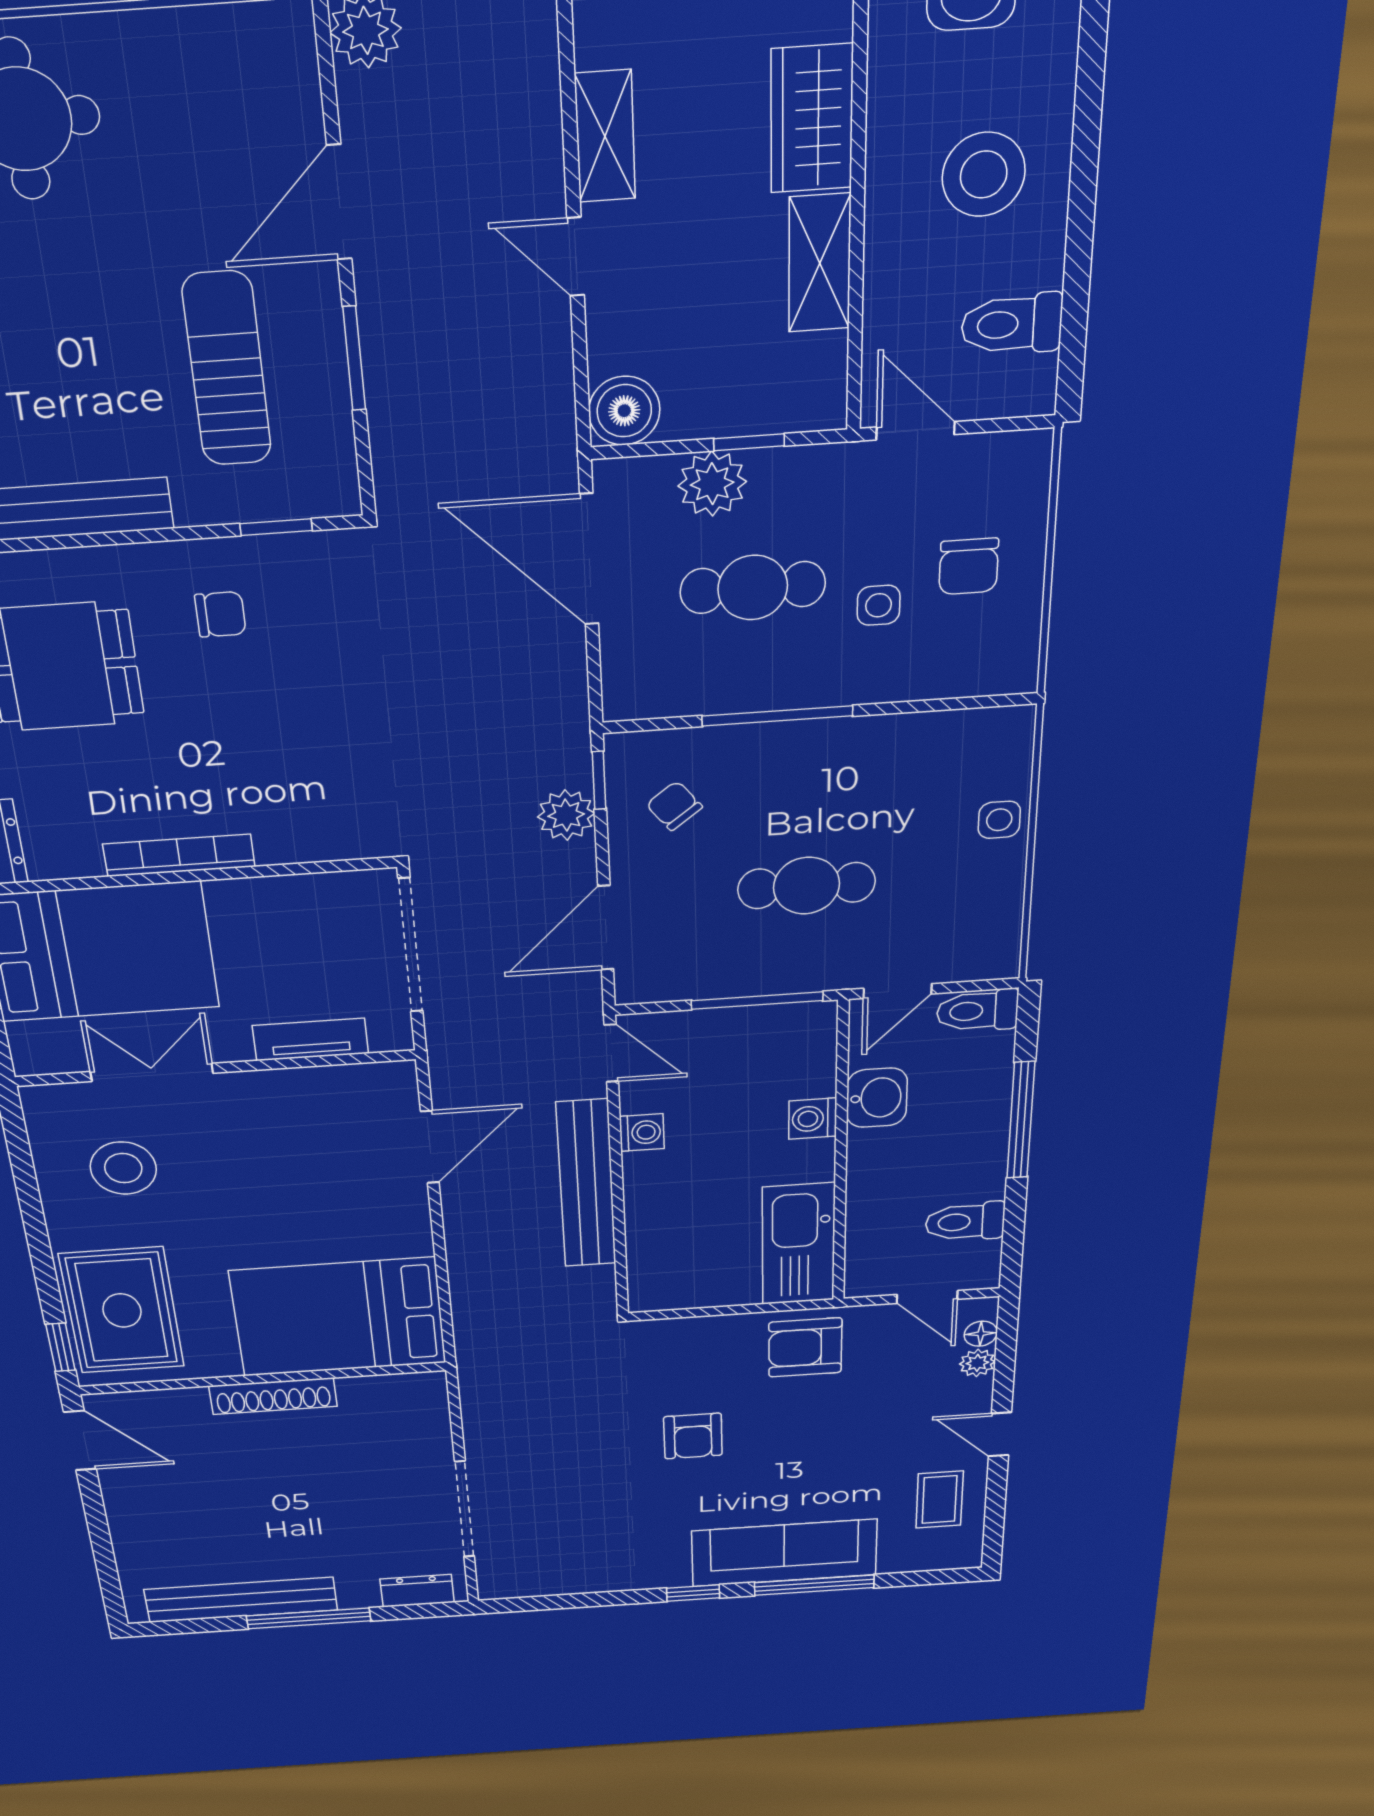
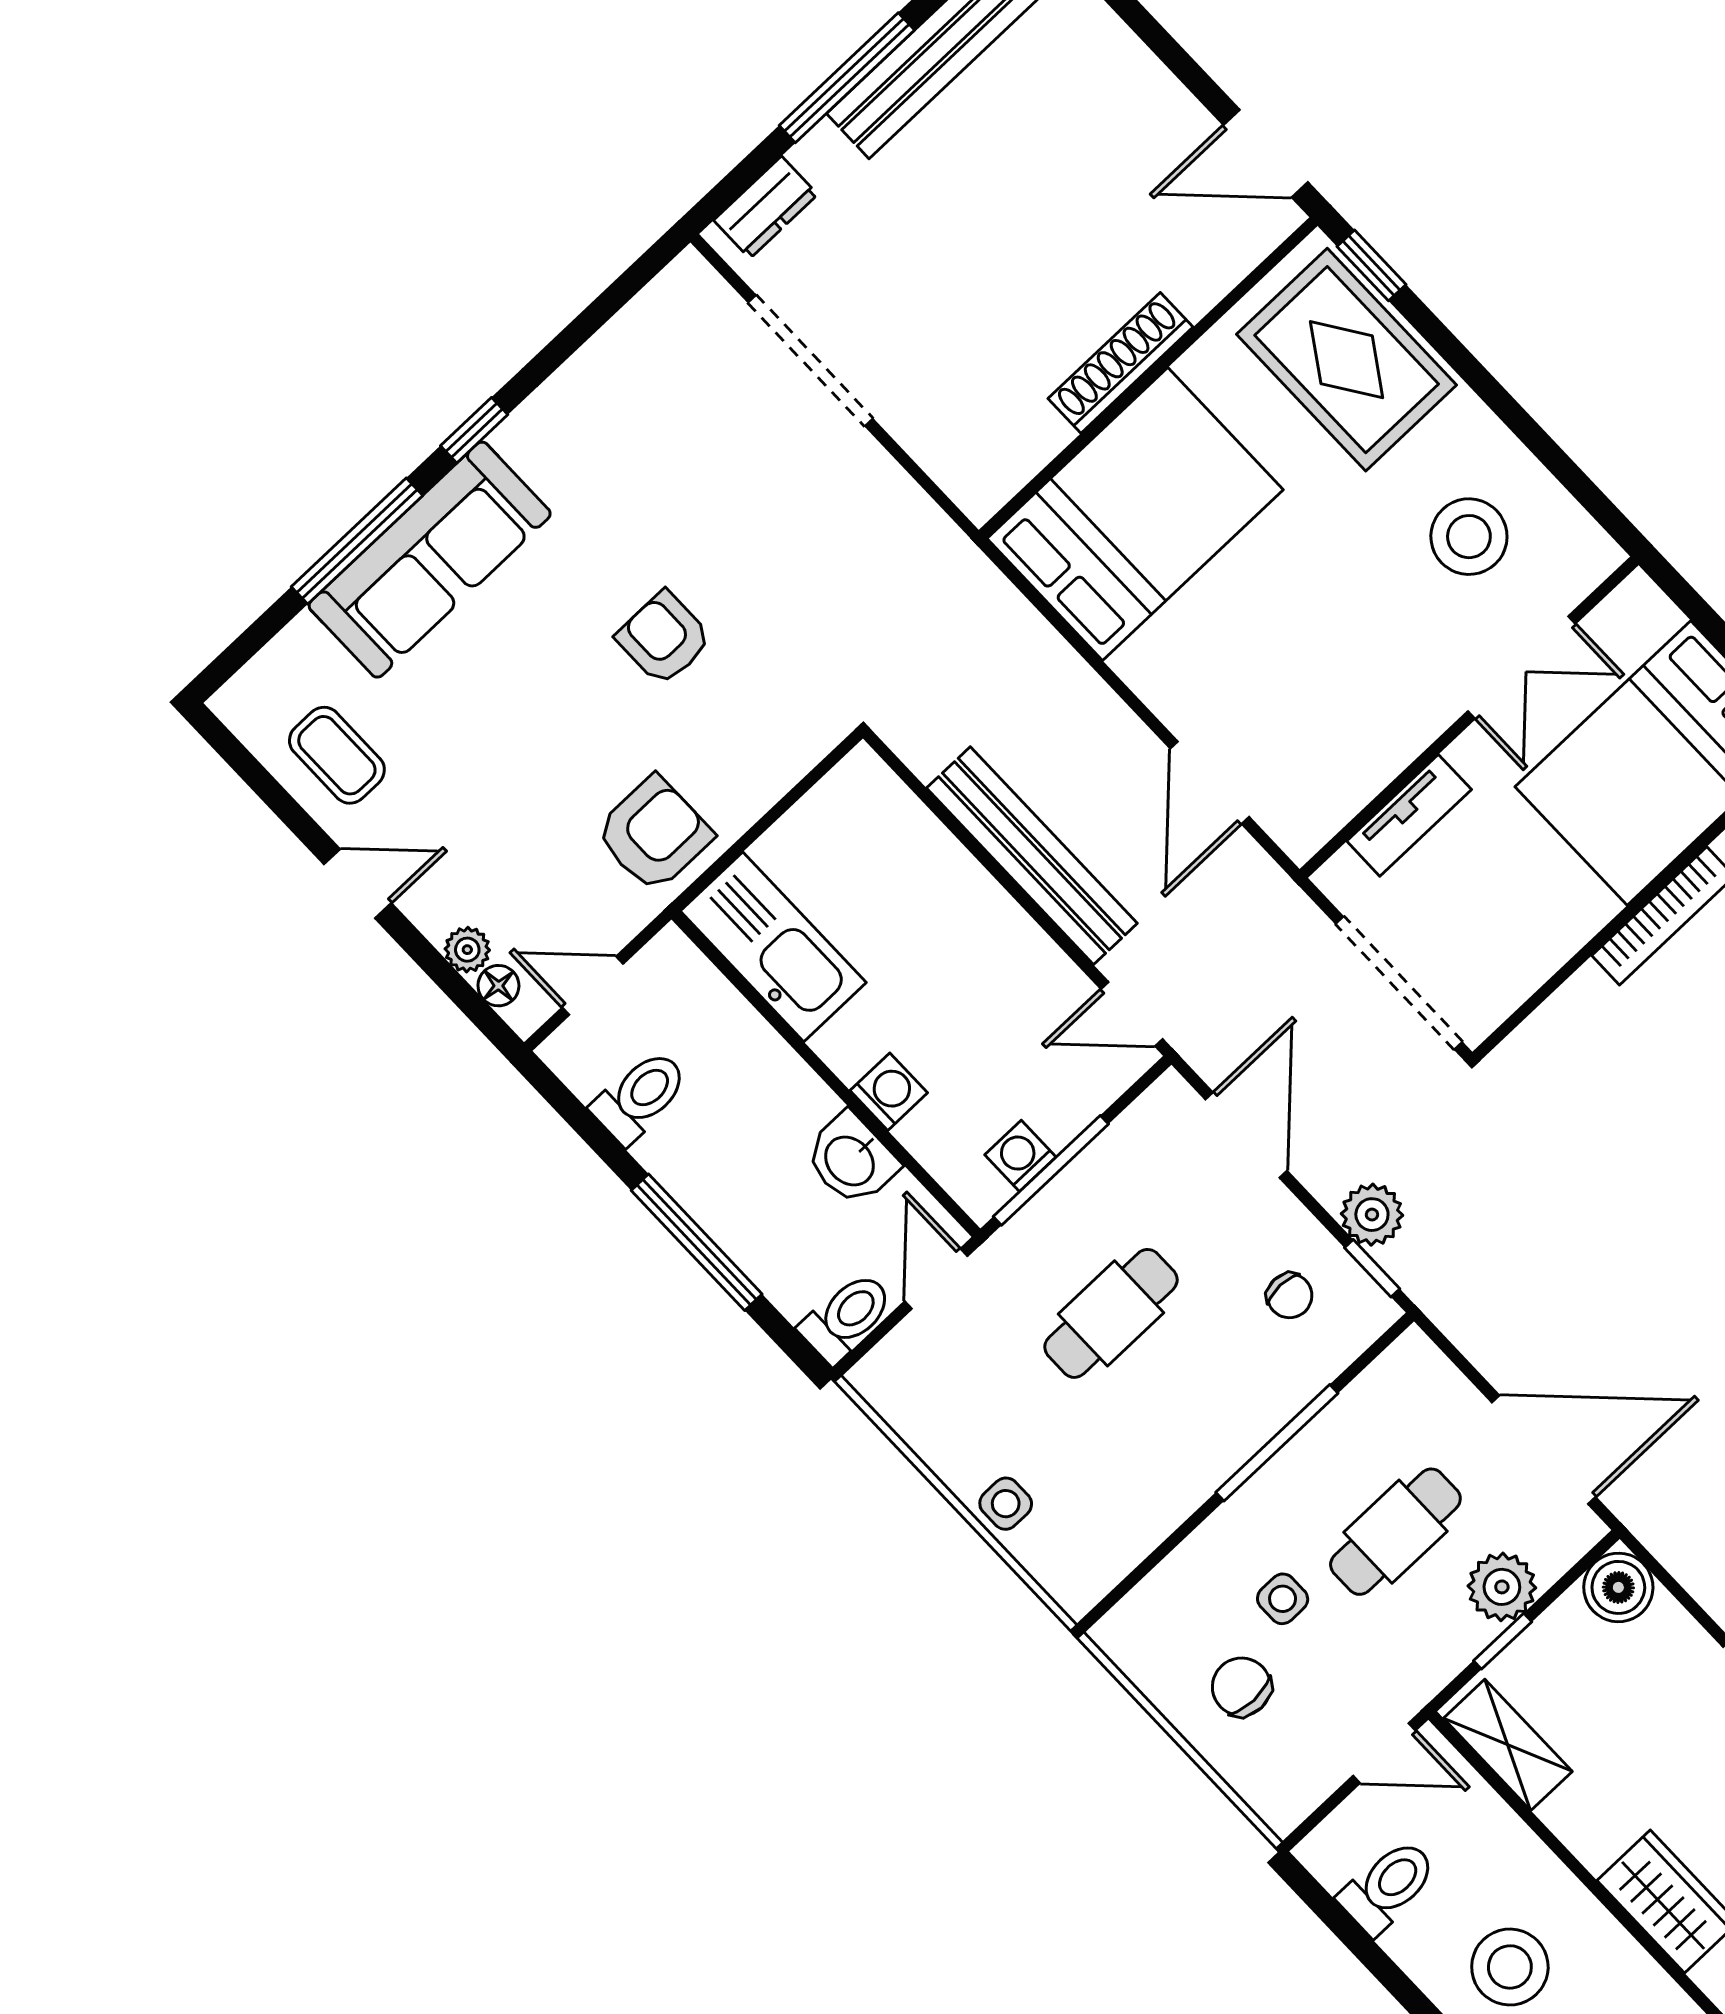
shelving: (820, 263) -> (1508, 1745), moved
chair: (674, 806) -> (1290, 1296), turned 38
washing machine: (642, 1132) -> (1020, 1156), moved, turned 90

